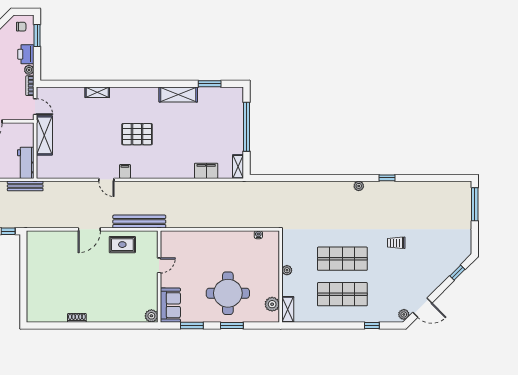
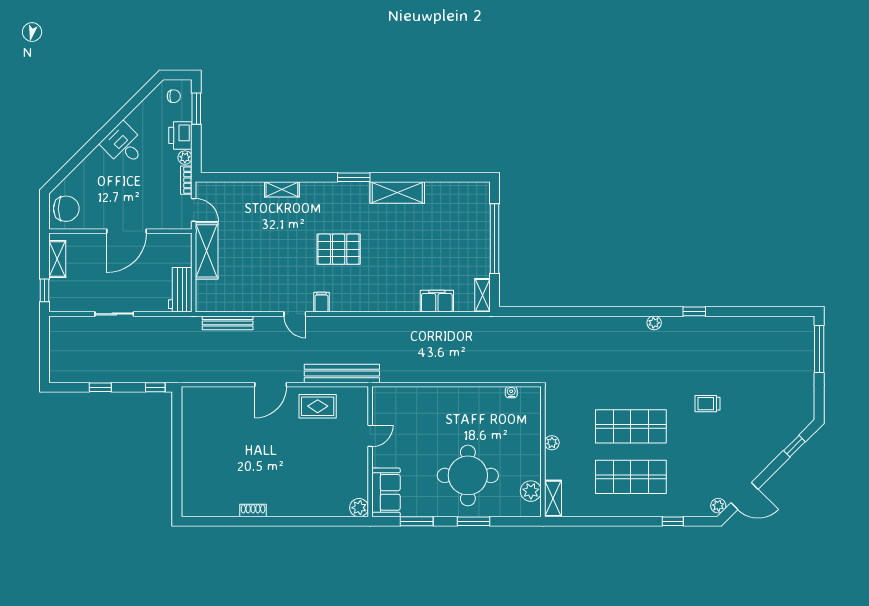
window: (210, 84) -> (354, 177), moved
bench: (25, 186) -> (228, 323), moved

